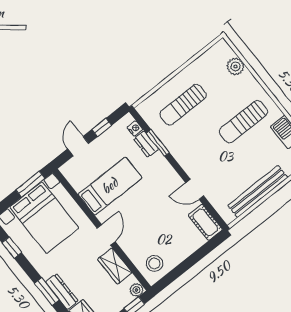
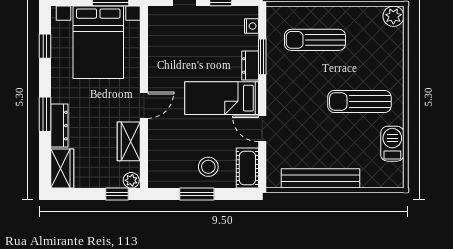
plant: (235, 66) -> (393, 16), moved
dresser: (146, 144) -> (250, 65), moved
bed: (110, 186) -> (222, 98), moved, turned 180
stool: (154, 263) -> (208, 167), moved
window: (186, 265) -> (197, 194), added

